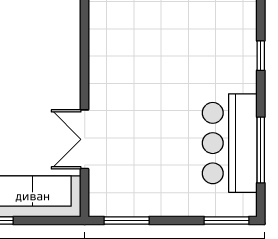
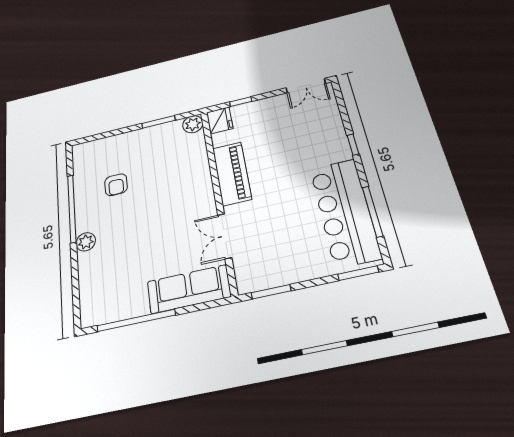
piano: (107, 56) -> (232, 173), added
bar counter: (230, 143) -> (345, 212), width x1.36

